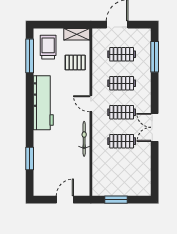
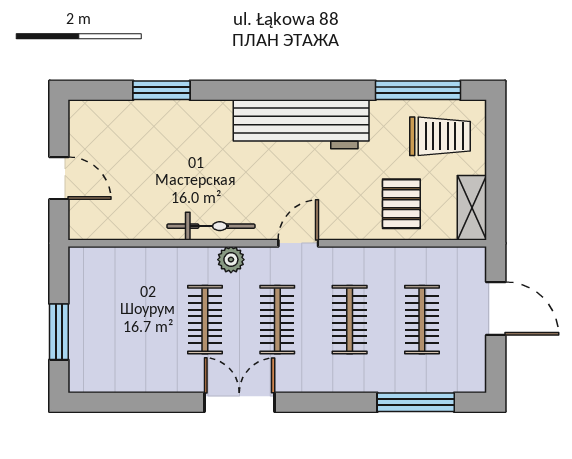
plant: (98, 131) -> (231, 260), added
window: (116, 200) -> (59, 332), moved

